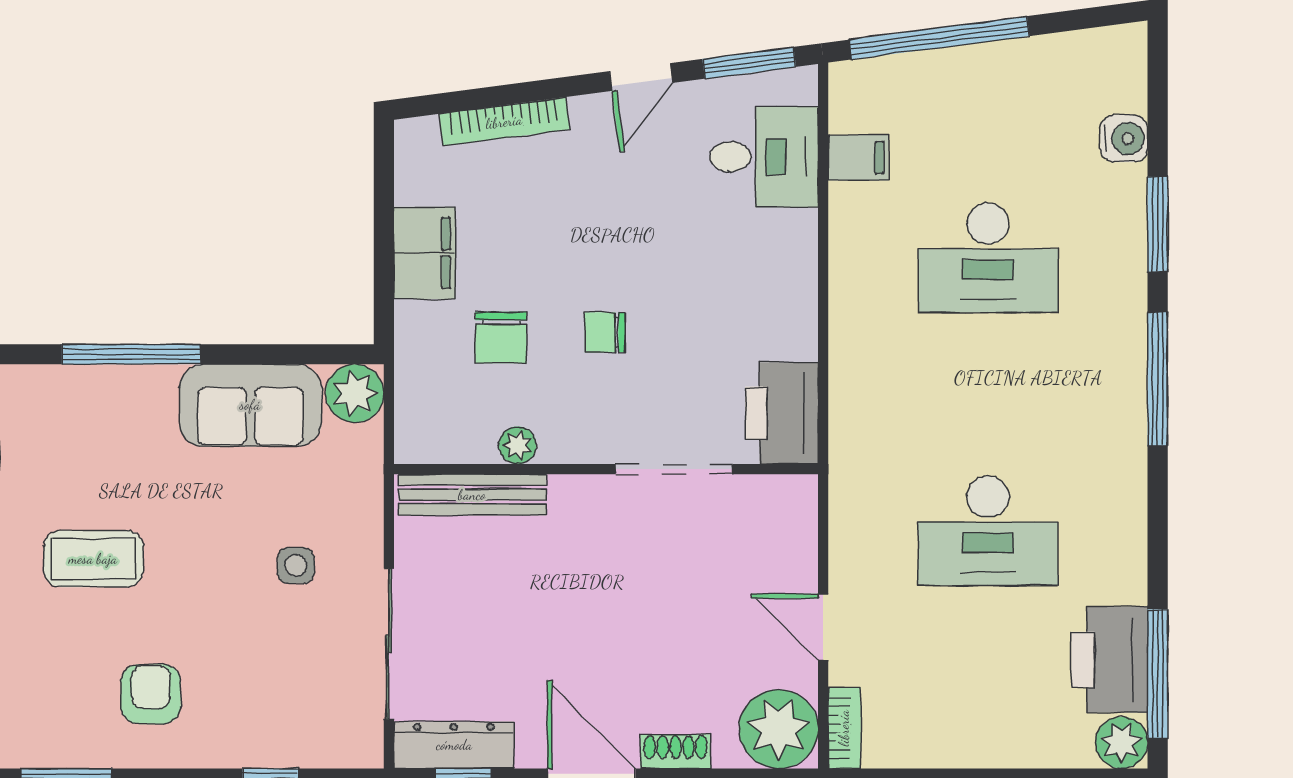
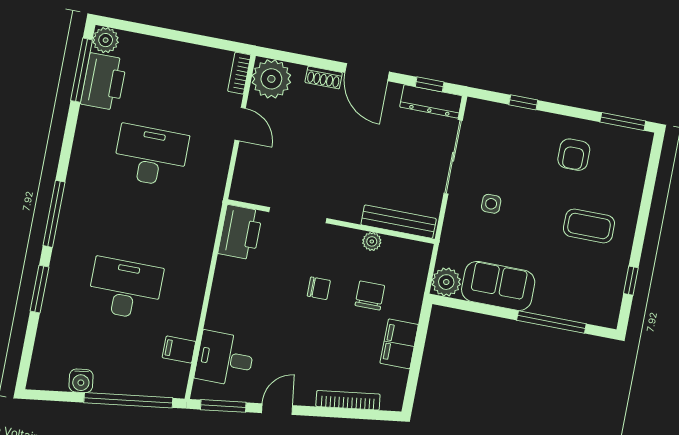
water cooler: (1124, 138) -> (81, 381), moved, turned -97

